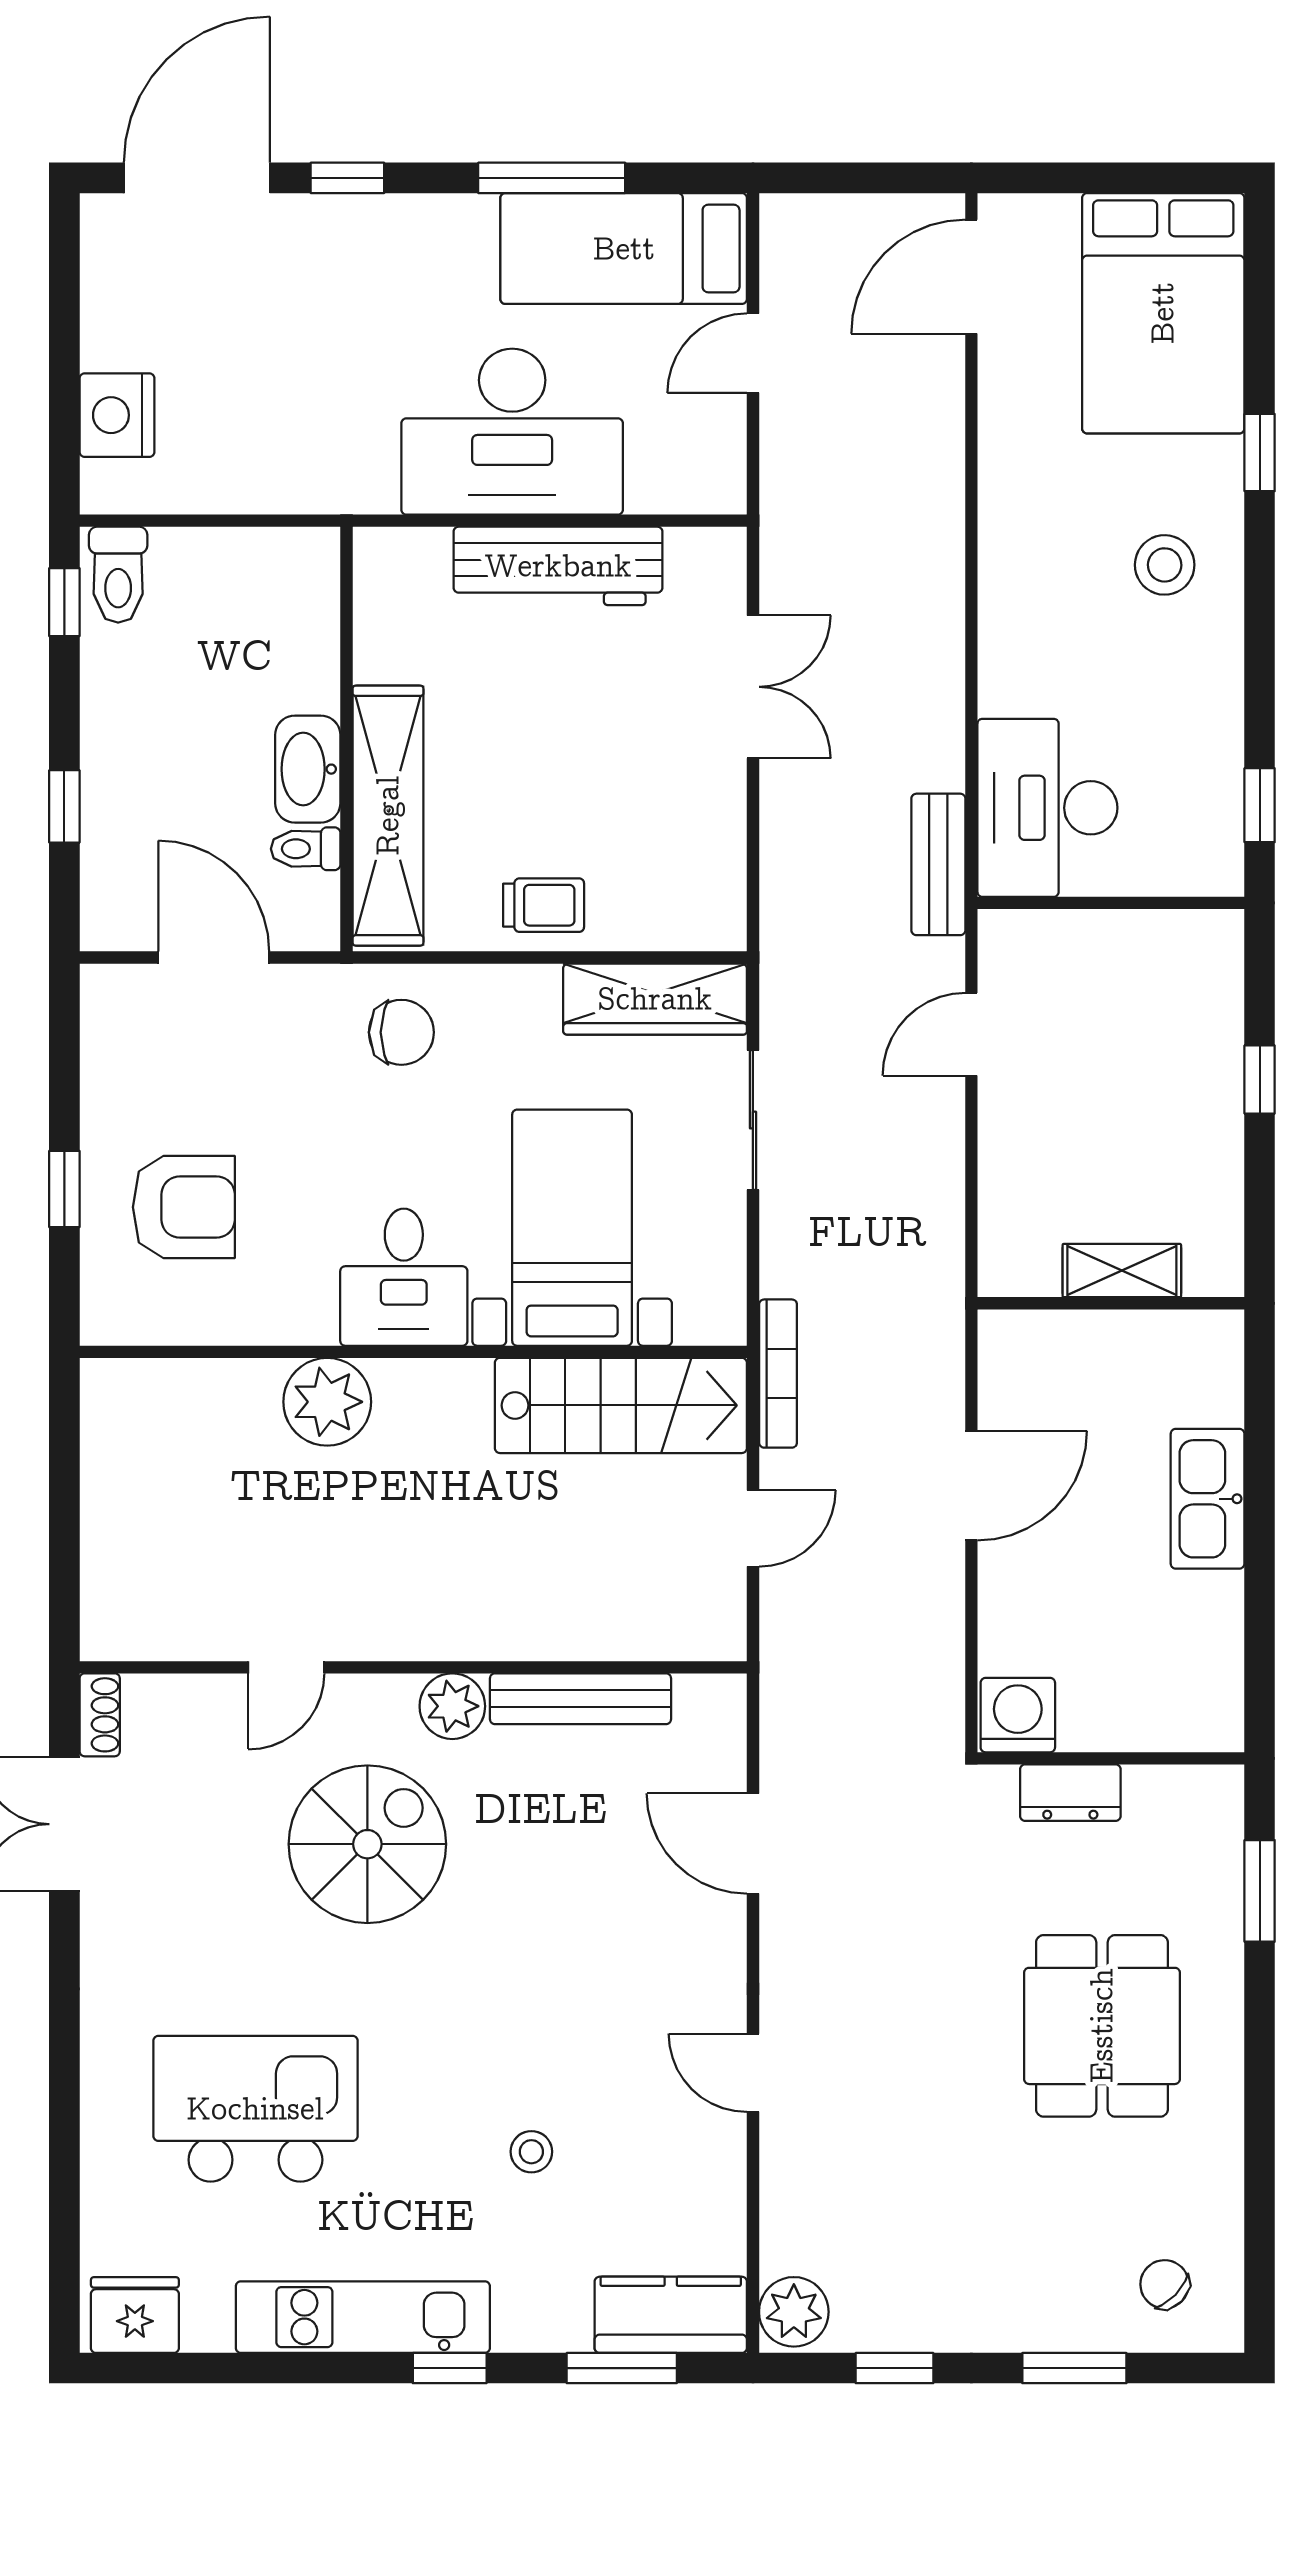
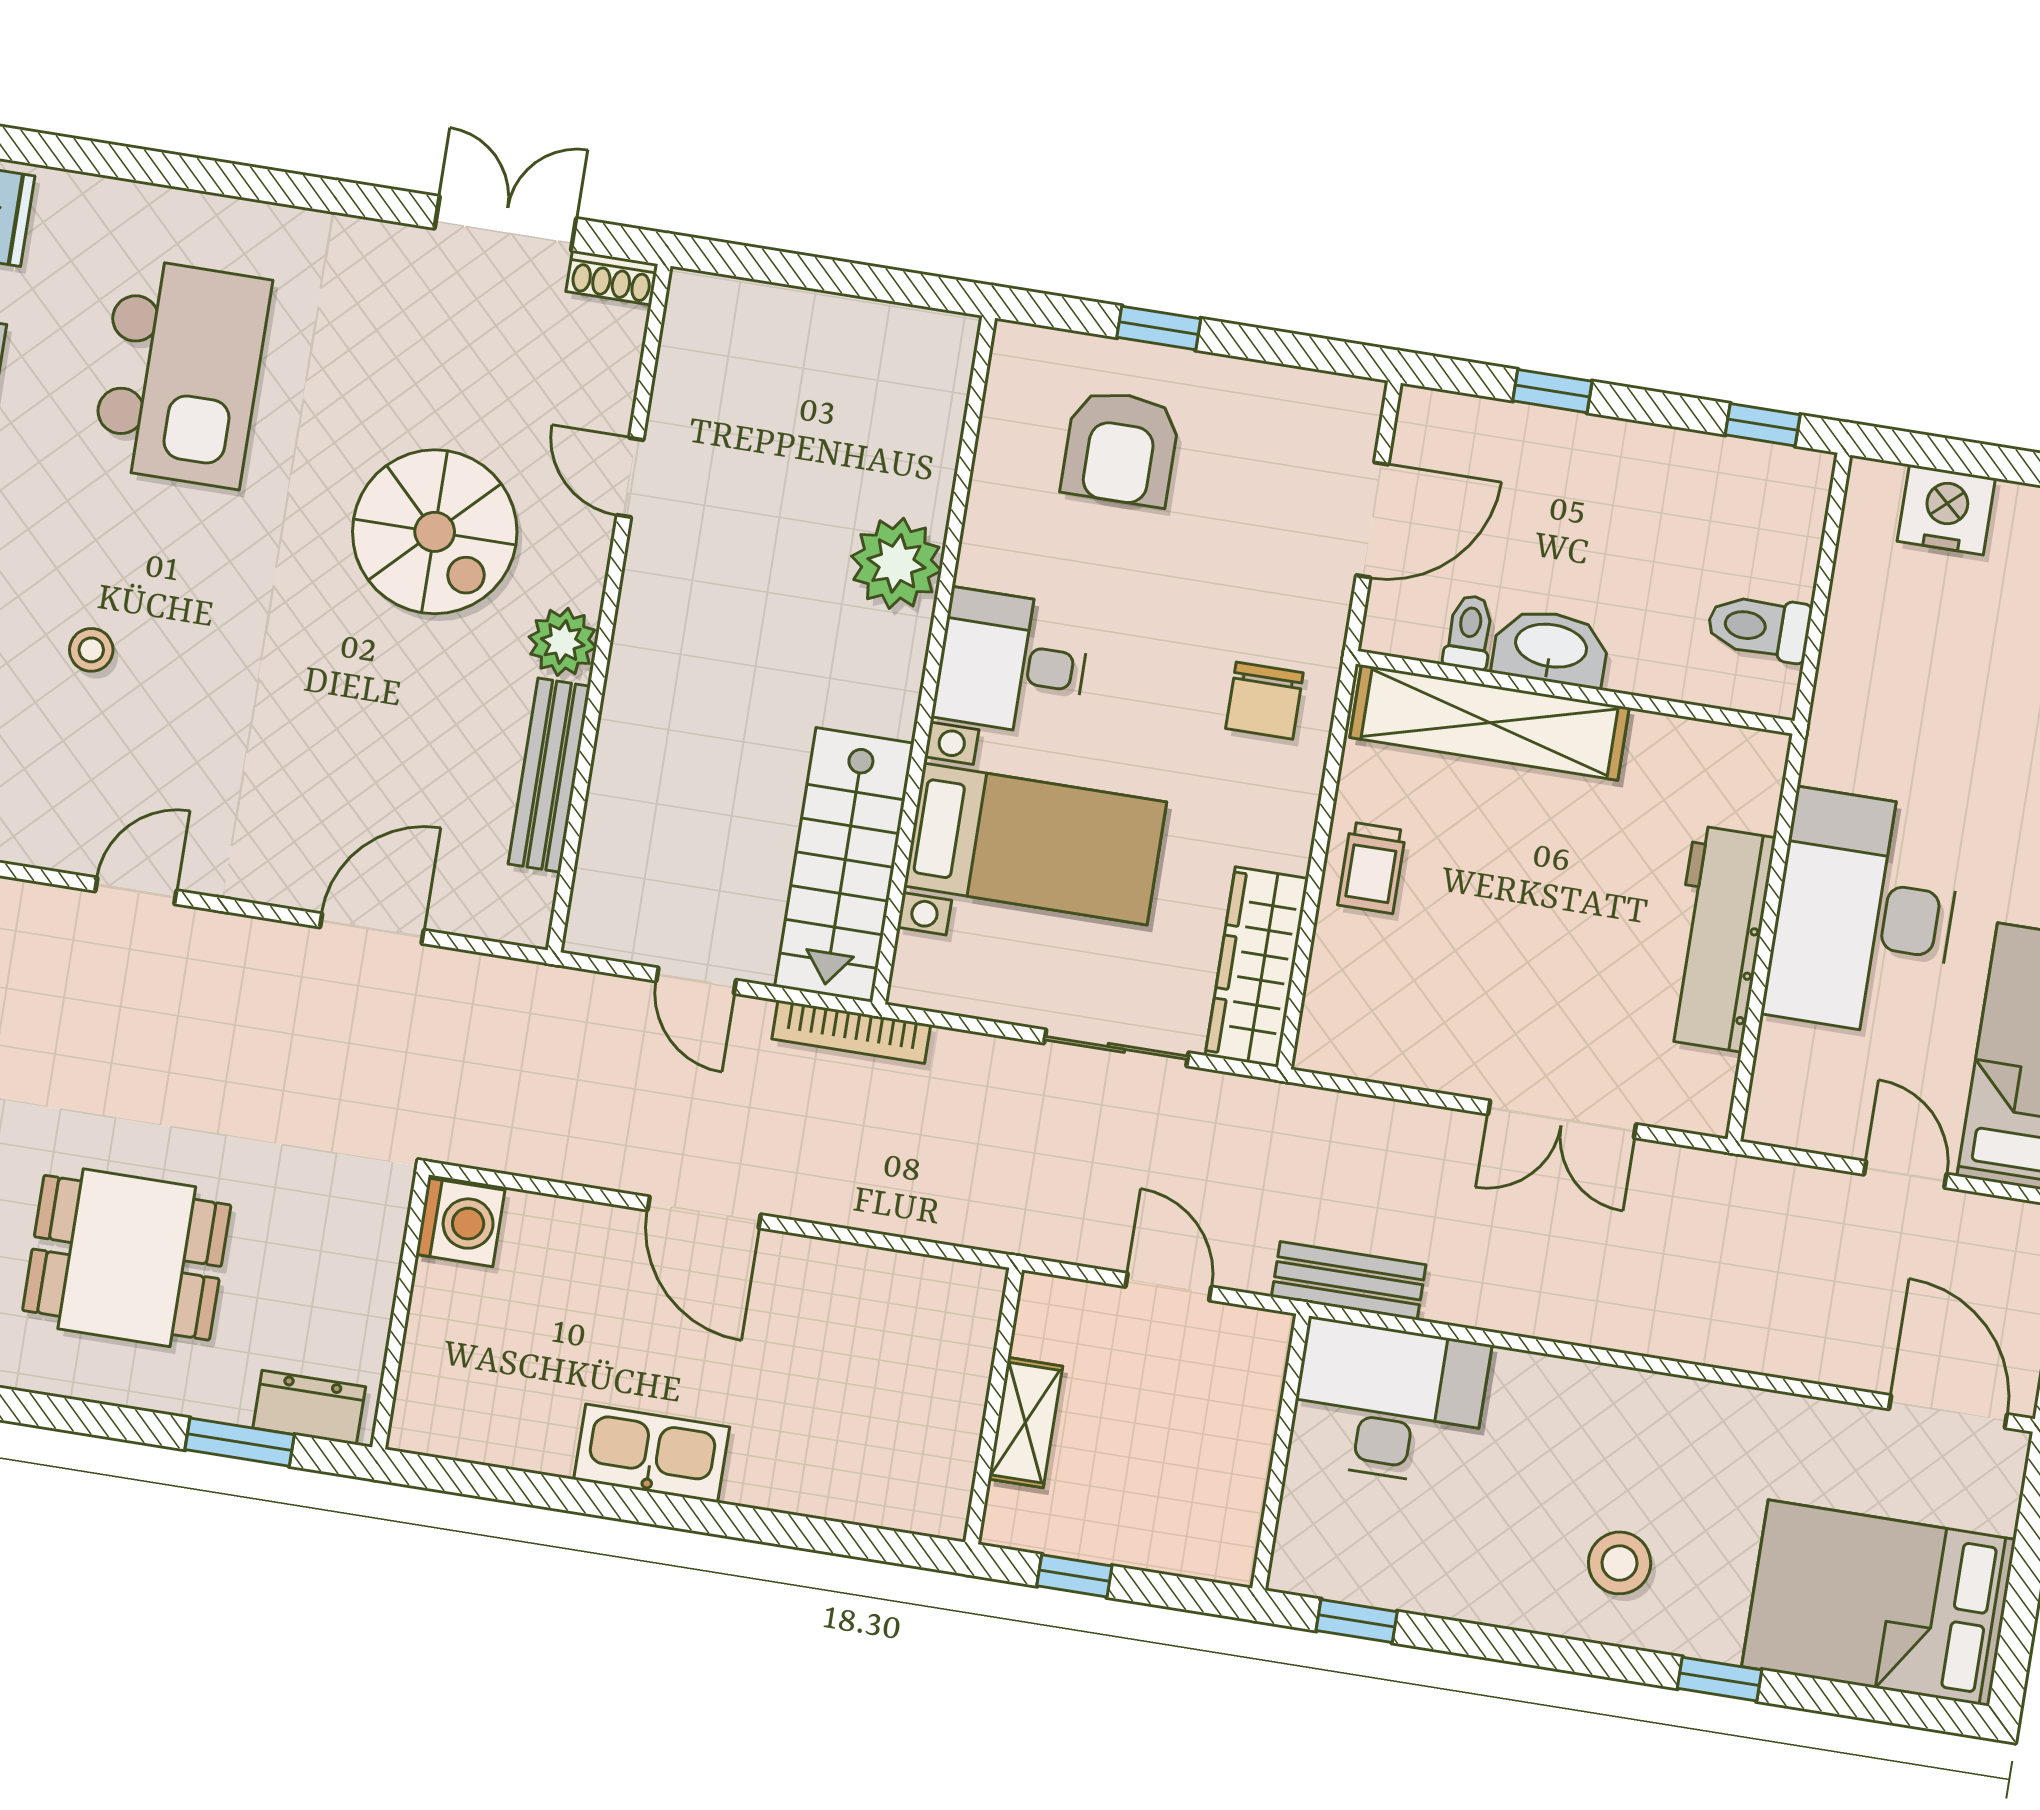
toilet: (118, 575) -> (1759, 627), moved
shelving: (1122, 1271) -> (1025, 1423), moved
wall: (1111, 1303) -> (994, 1406), moved
dresser: (1070, 1793) -> (309, 1407), moved, turned 90

